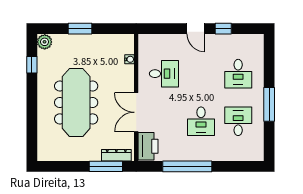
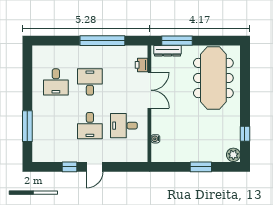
door: (196, 29) -> (95, 167), swing flipped
desk: (238, 74) -> (90, 126), moved, turned 180
meeting table: (76, 102) -> (213, 78), moved
window: (269, 104) -> (27, 126), moved
printer: (148, 146) -> (141, 65), width x0.53, depth x0.68

